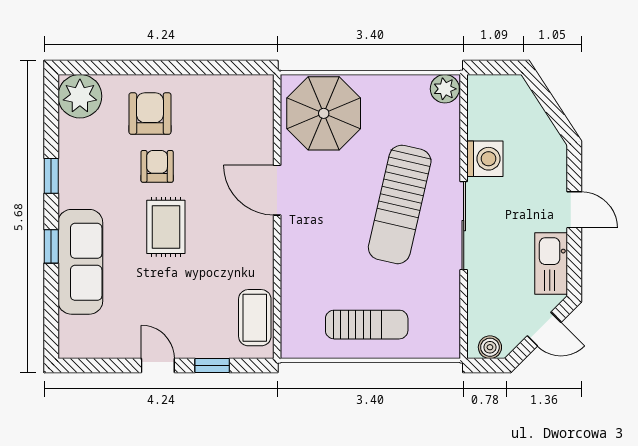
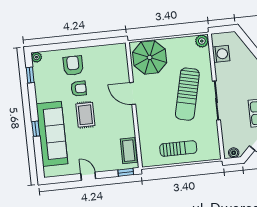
plant: (80, 96) -> (36, 57), width x0.53, depth x0.53
washing machine: (485, 159) -> (221, 54), moved
armchair: (157, 166) -> (79, 89), turned 90
window: (51, 176) -> (30, 75), moved
sofa: (80, 262) -> (52, 134), width x1.36, depth x1.27
window: (212, 366) -> (126, 172), moved

